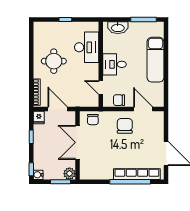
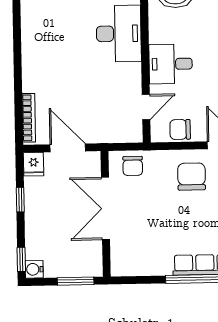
round table: (54, 61) -> (59, 60), removed
door: (101, 88) -> (146, 107), swing flipped
plant: (69, 174) -> (92, 266), removed

